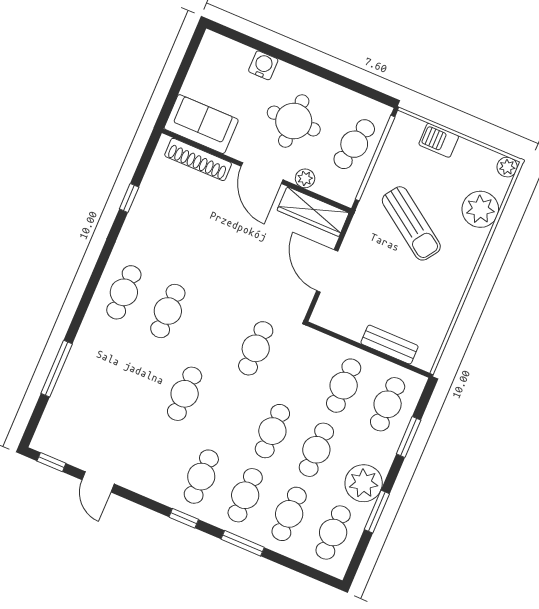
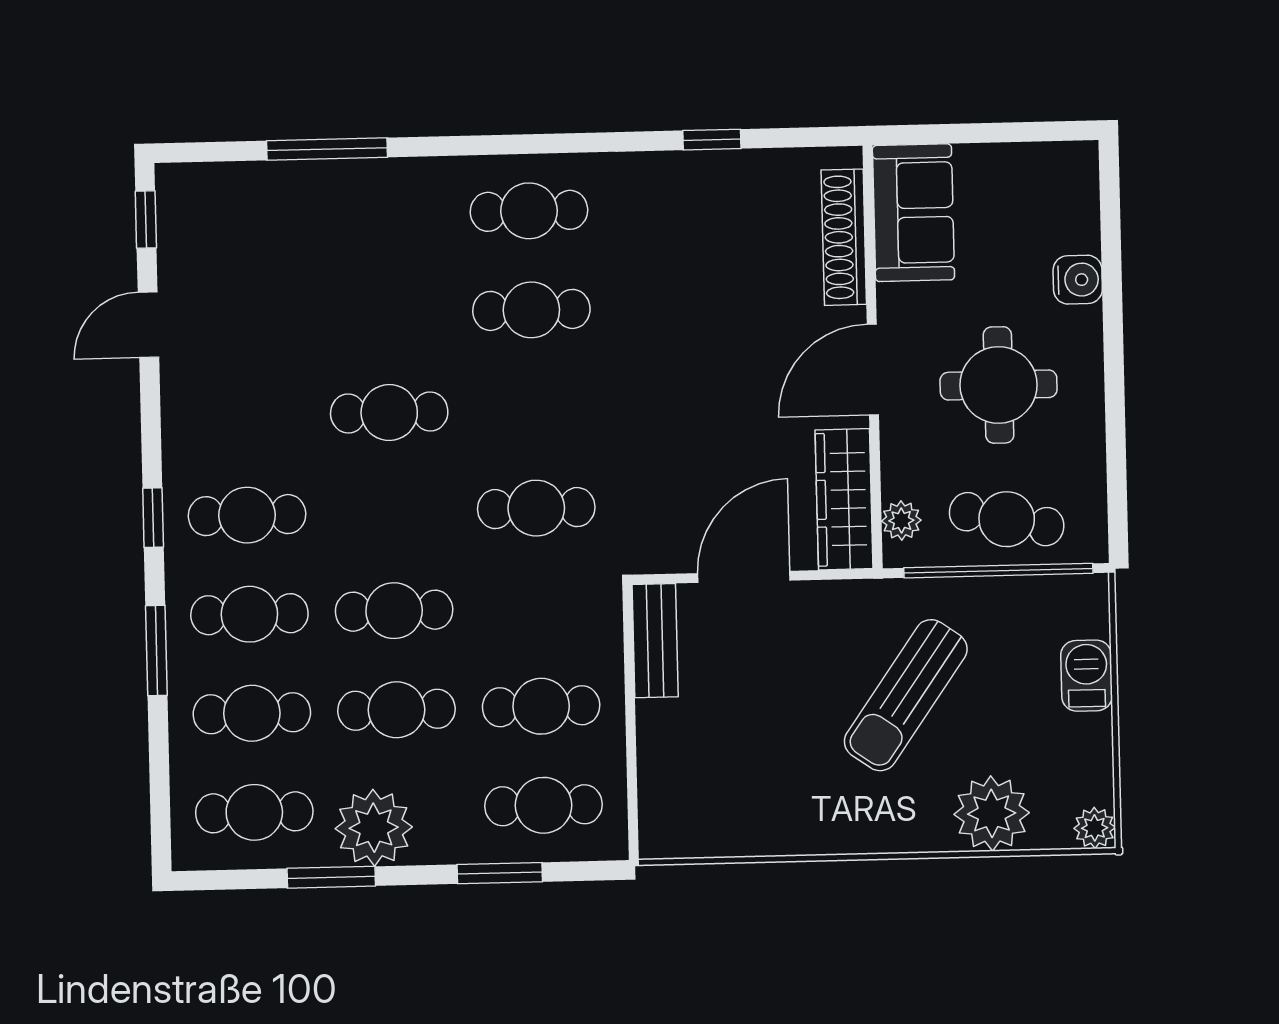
plant: (305, 178) -> (901, 521), moved
bench: (389, 345) -> (655, 641), moved

